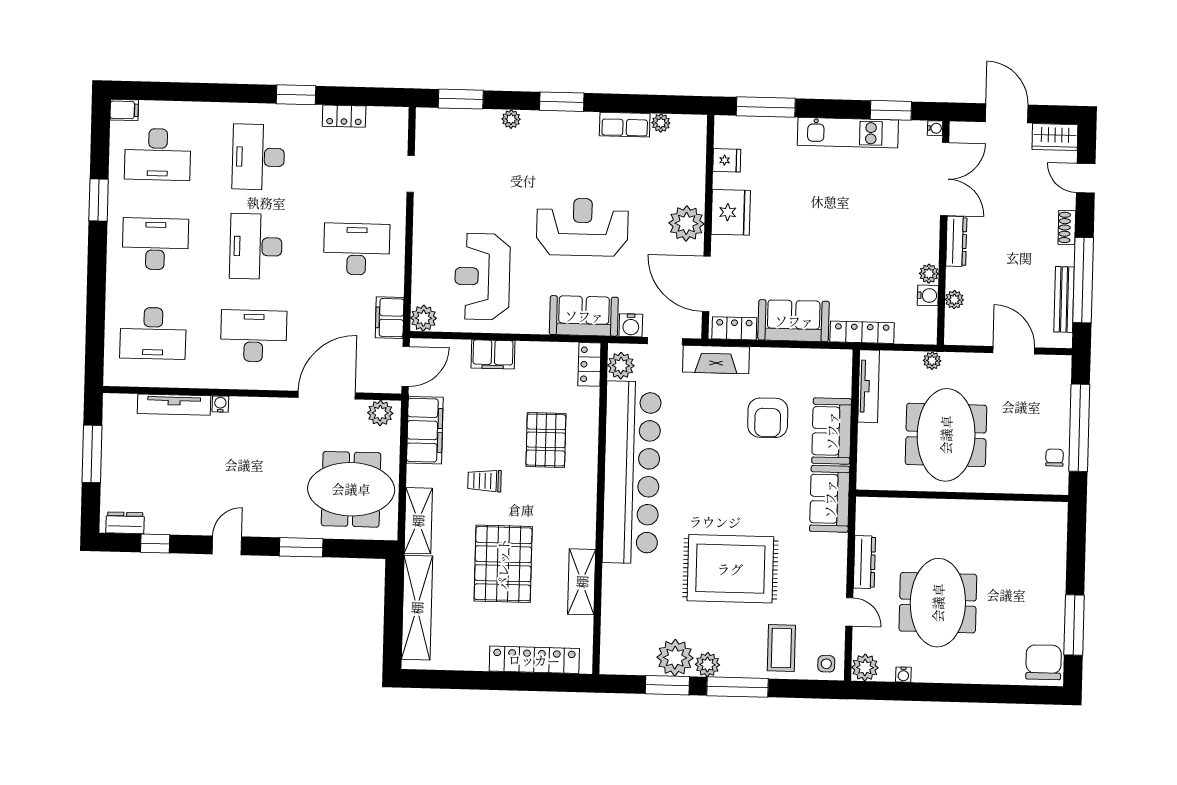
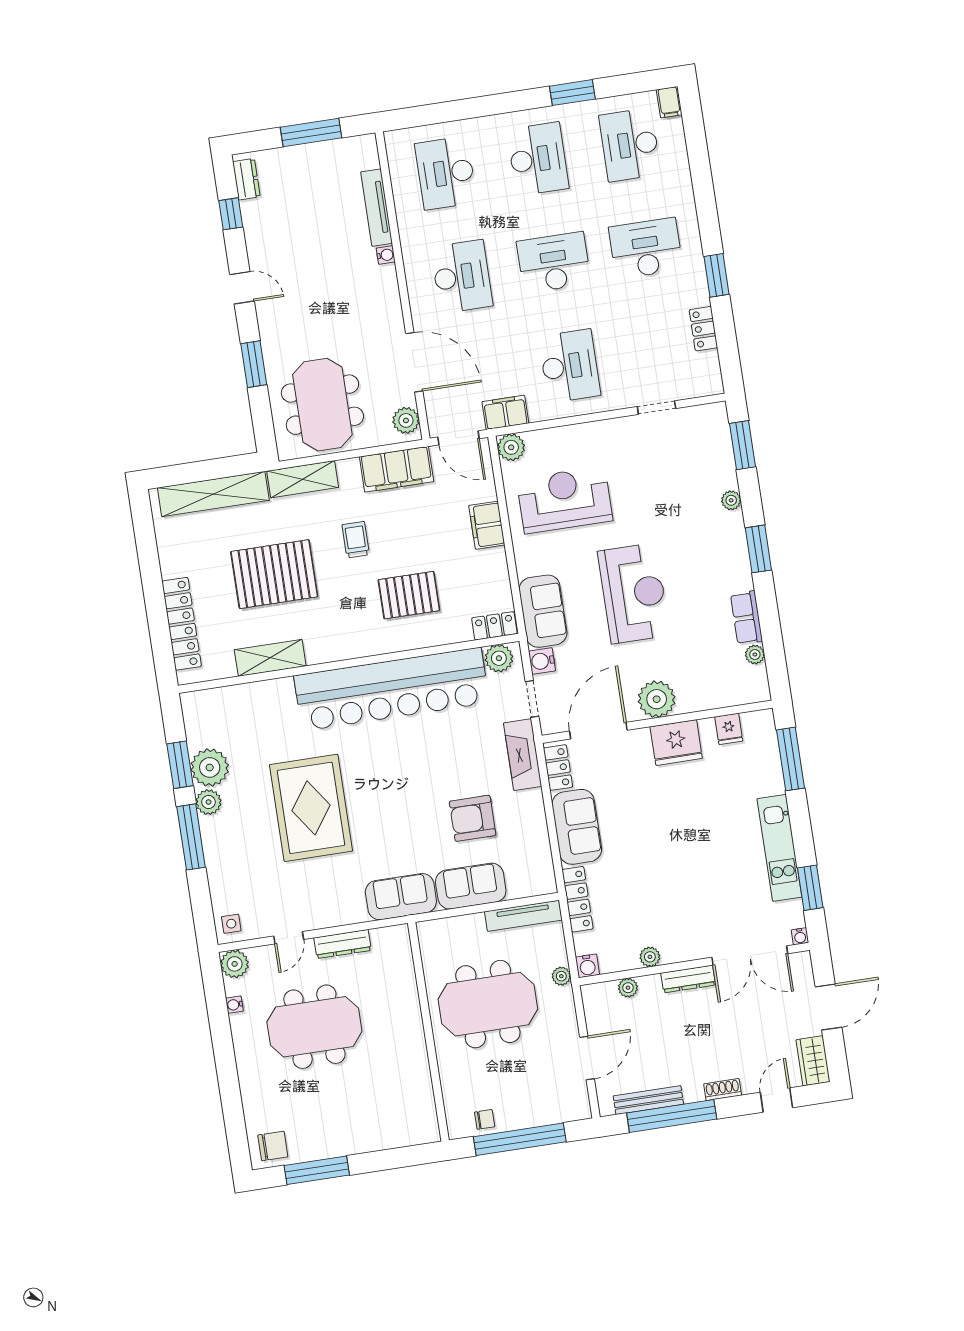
water cooler: (928, 295) -> (587, 966), moved
coffee table: (781, 648) -> (239, 875), removed
chair: (1044, 662) -> (273, 1146), width x0.73, depth x0.73

